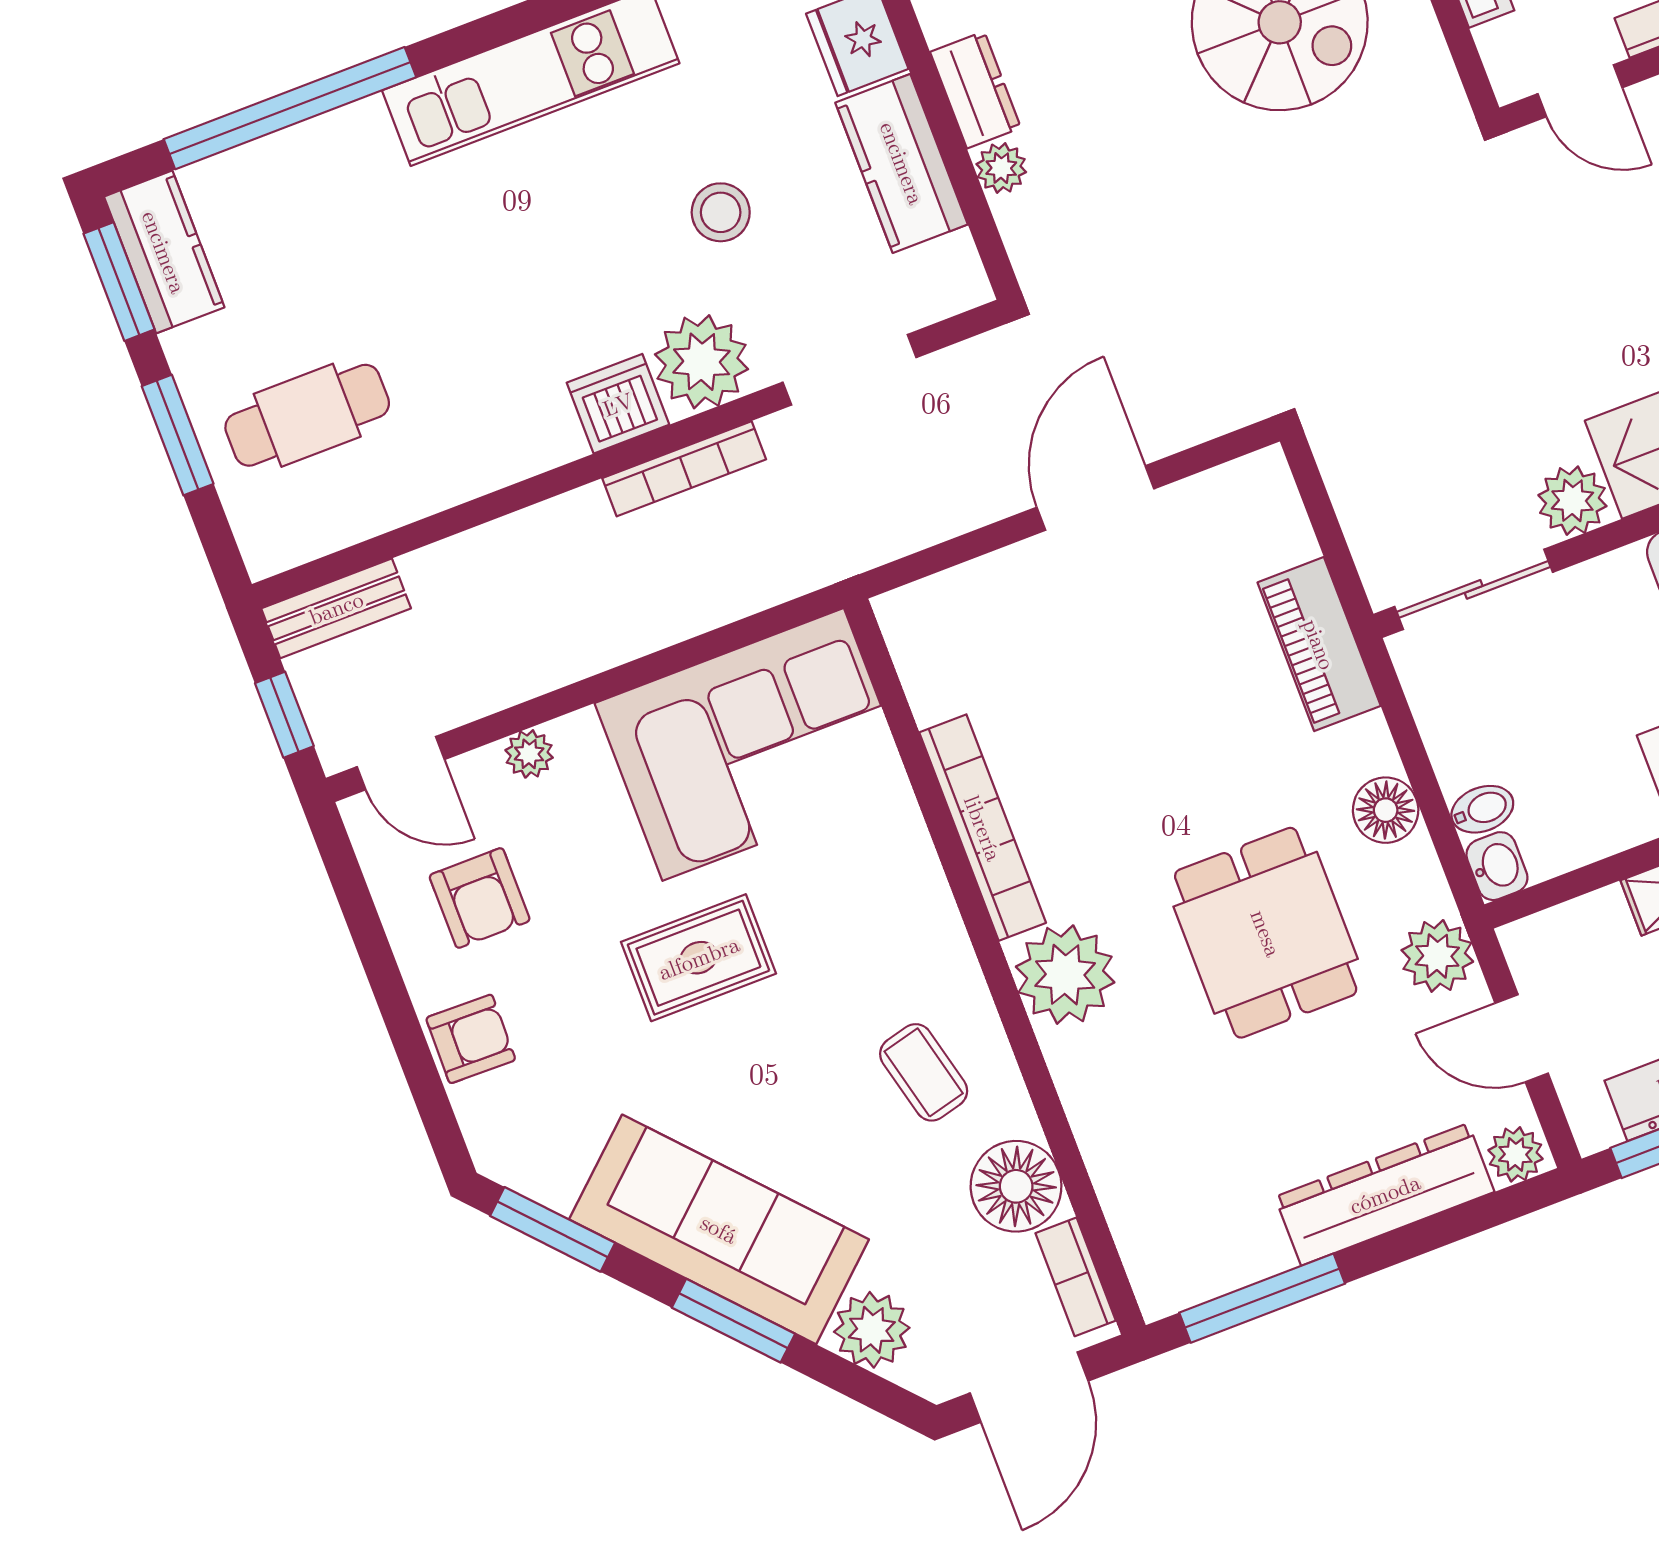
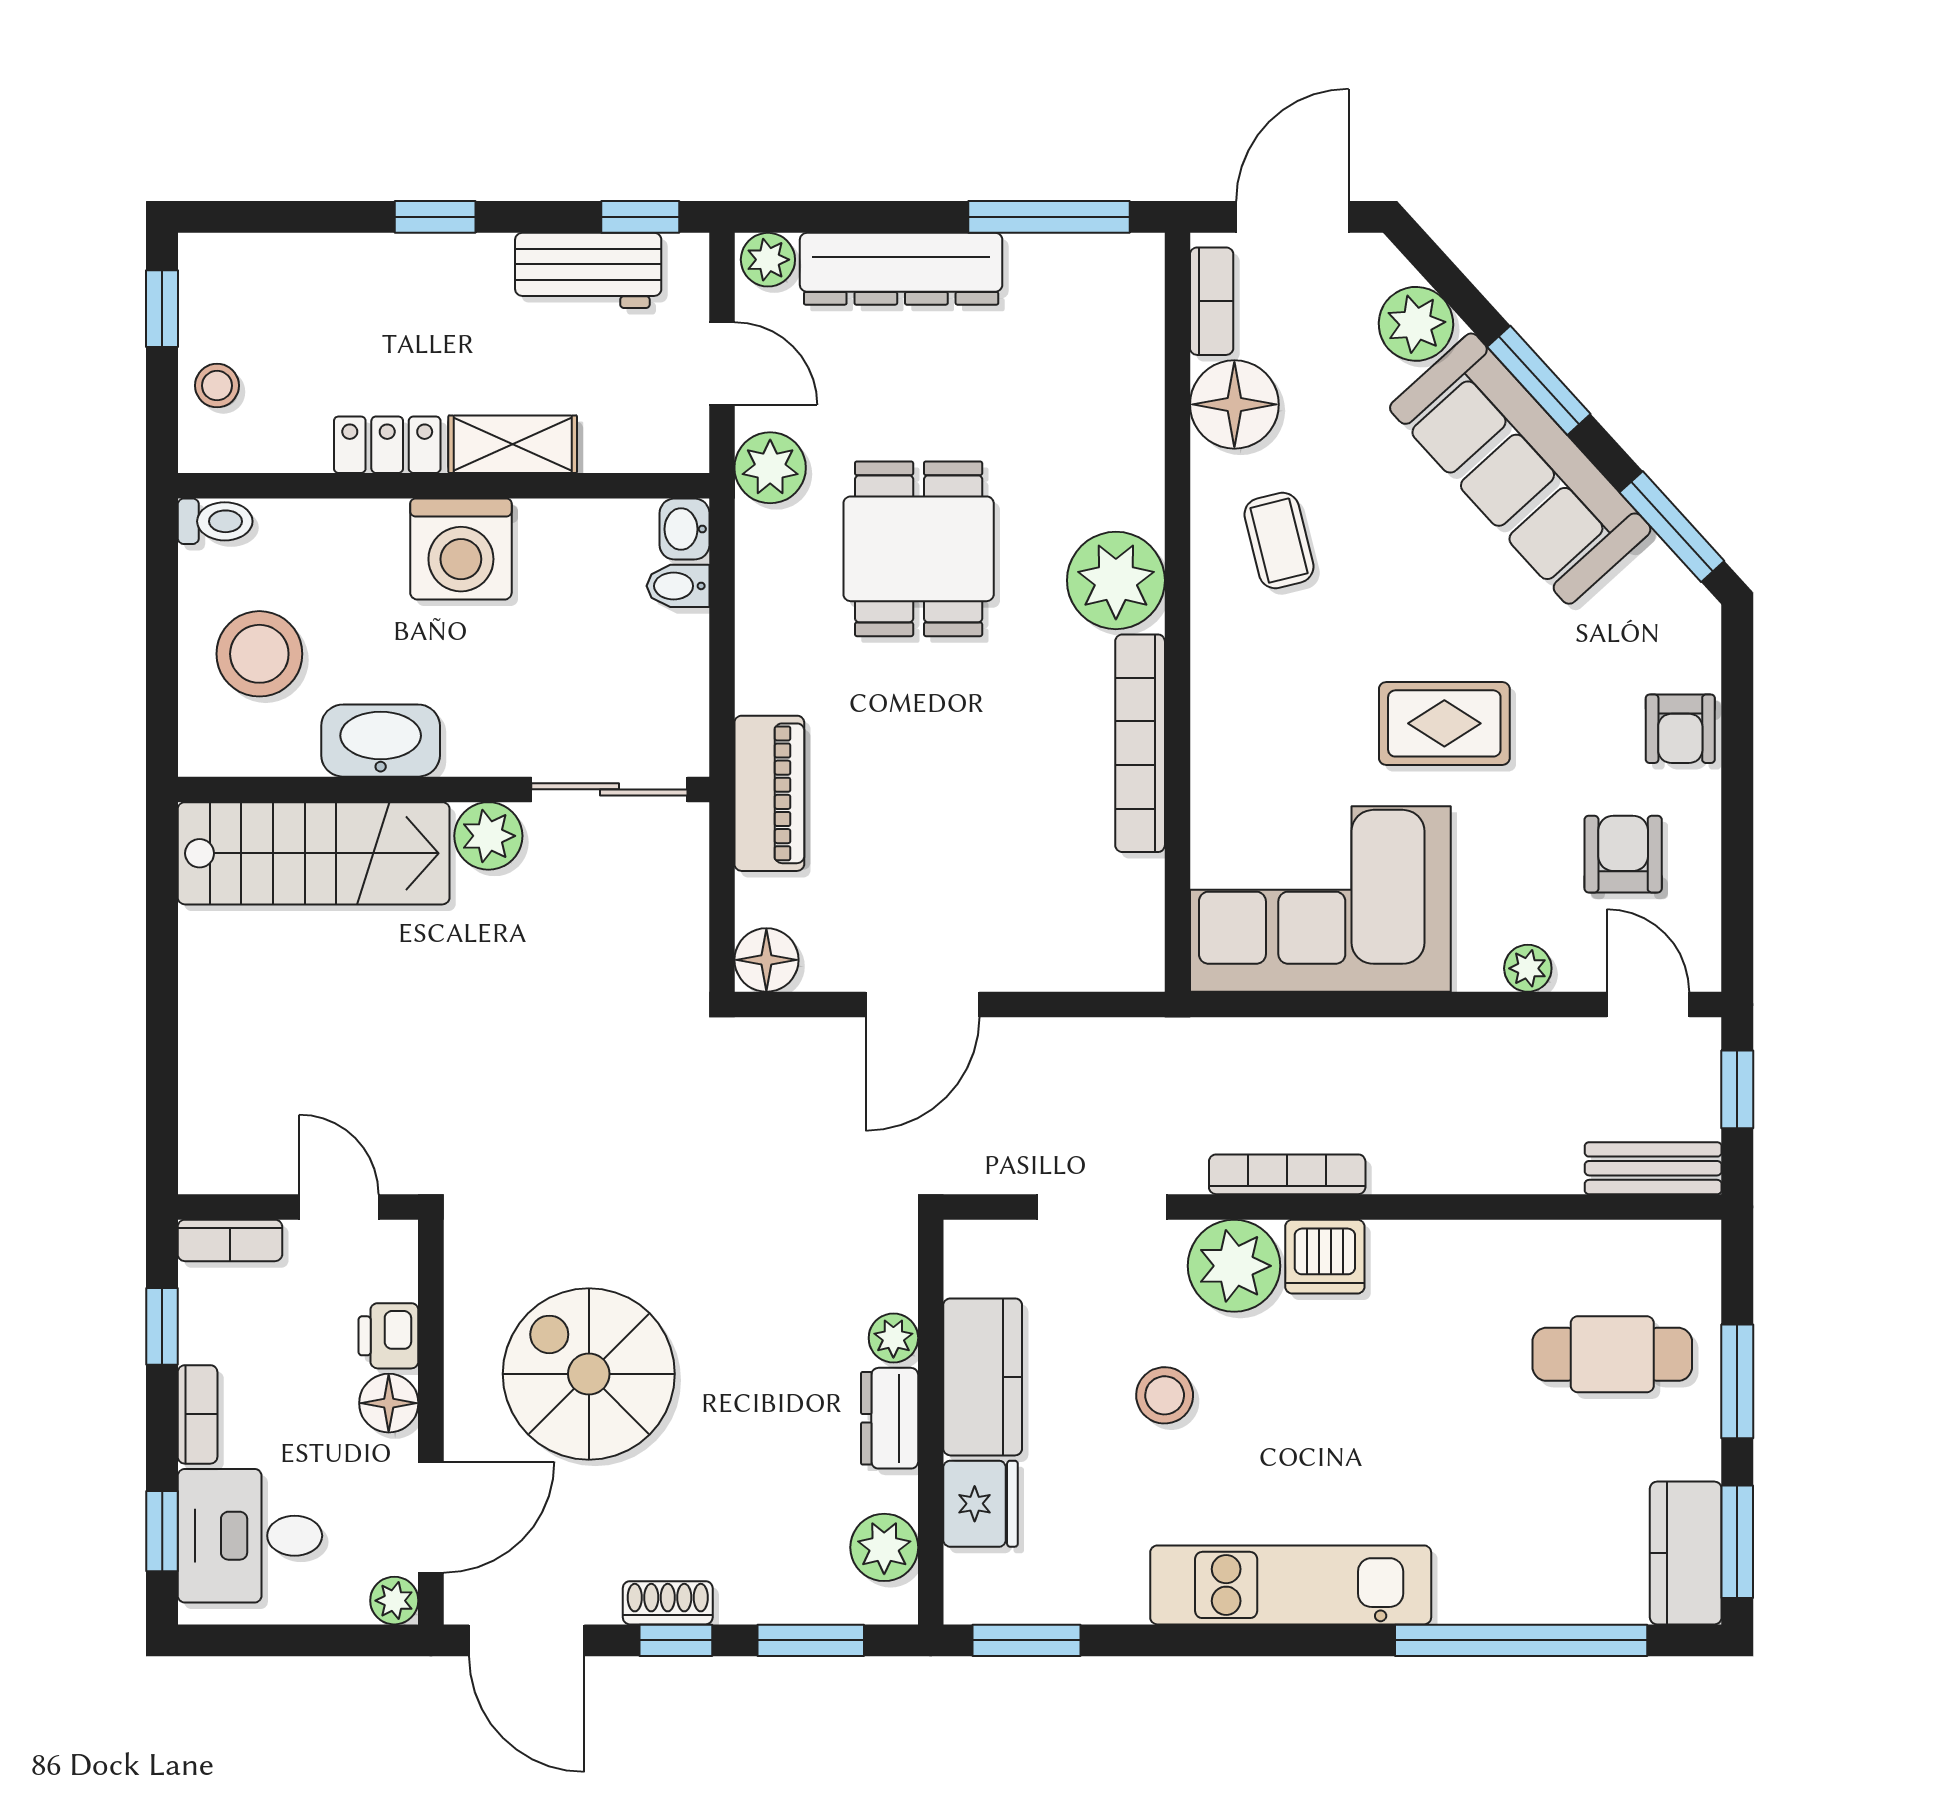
floor lamp: (1386, 810) -> (766, 960), moved
armchair: (471, 1039) -> (1680, 729), turned -91

